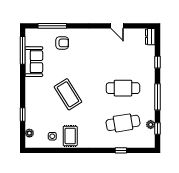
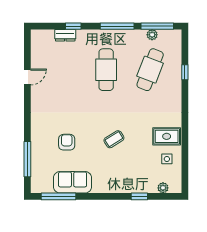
dresser: (150, 37) -> (65, 35), moved
armchair: (62, 43) -> (67, 142), moved
coffee table: (68, 94) -> (114, 139), width x0.54, depth x0.58
cafe table: (123, 123) -> (150, 70), turned 30
window: (157, 129) -> (157, 26), width x2.17

